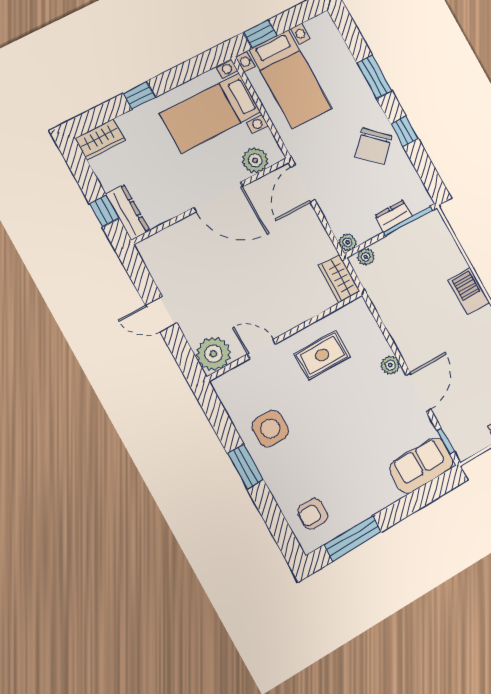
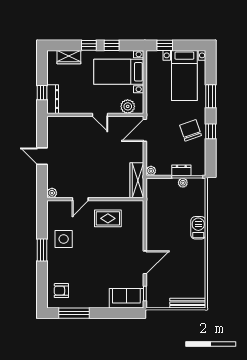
window: (176, 77) -> (112, 45), added
bed with nightstands: (290, 79) -> (184, 75), moved
wardrobe: (100, 139) -> (69, 57), moved
chair: (373, 146) -> (191, 130), turned 118
door: (218, 197) -> (100, 115), width x0.53
plant: (366, 257) -> (183, 183), moved
wardrobe: (339, 279) -> (137, 180), width x1.50
door: (261, 349) -> (80, 199), swing flipped
plant: (213, 354) -> (52, 193), width x0.53, depth x0.53
plant: (390, 365) -> (138, 242), removed

